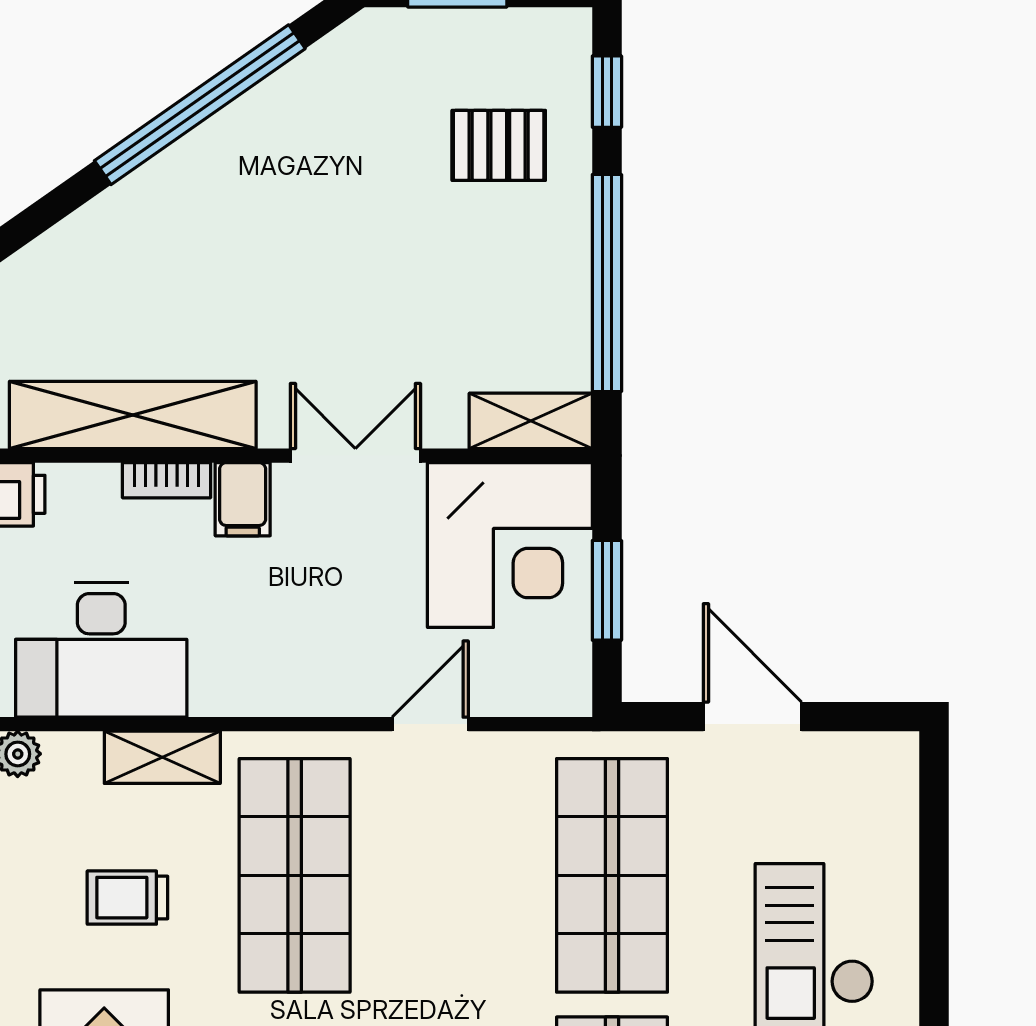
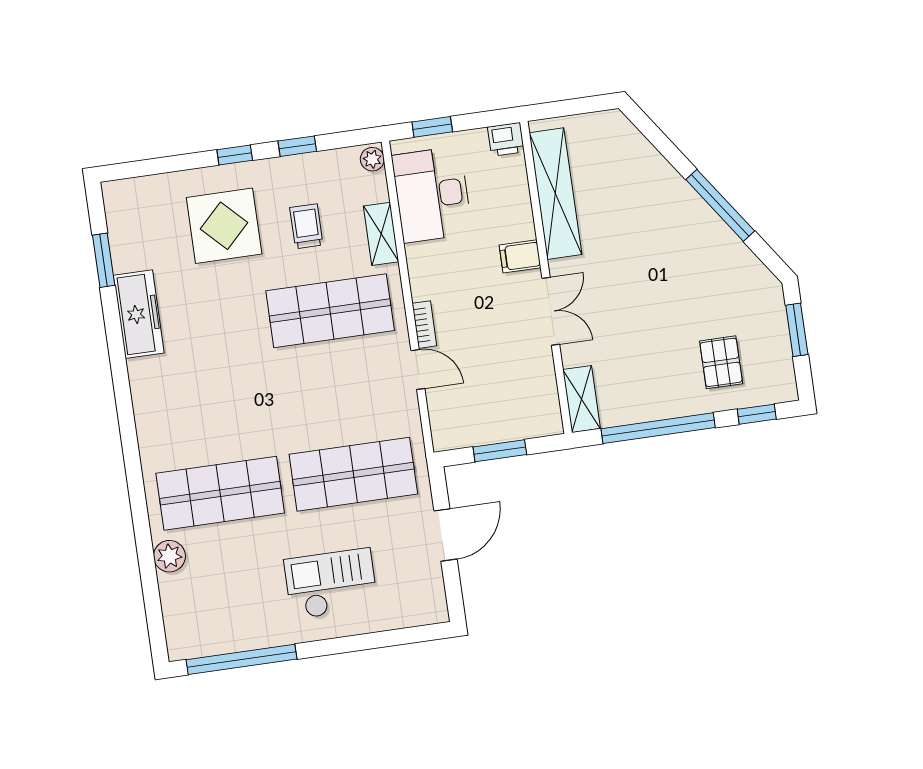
window: (200, 105) -> (720, 205), width x0.68
bookcase: (166, 480) -> (424, 325), moved, turned 180
corner desk: (510, 545) -> (516, 397), removed

